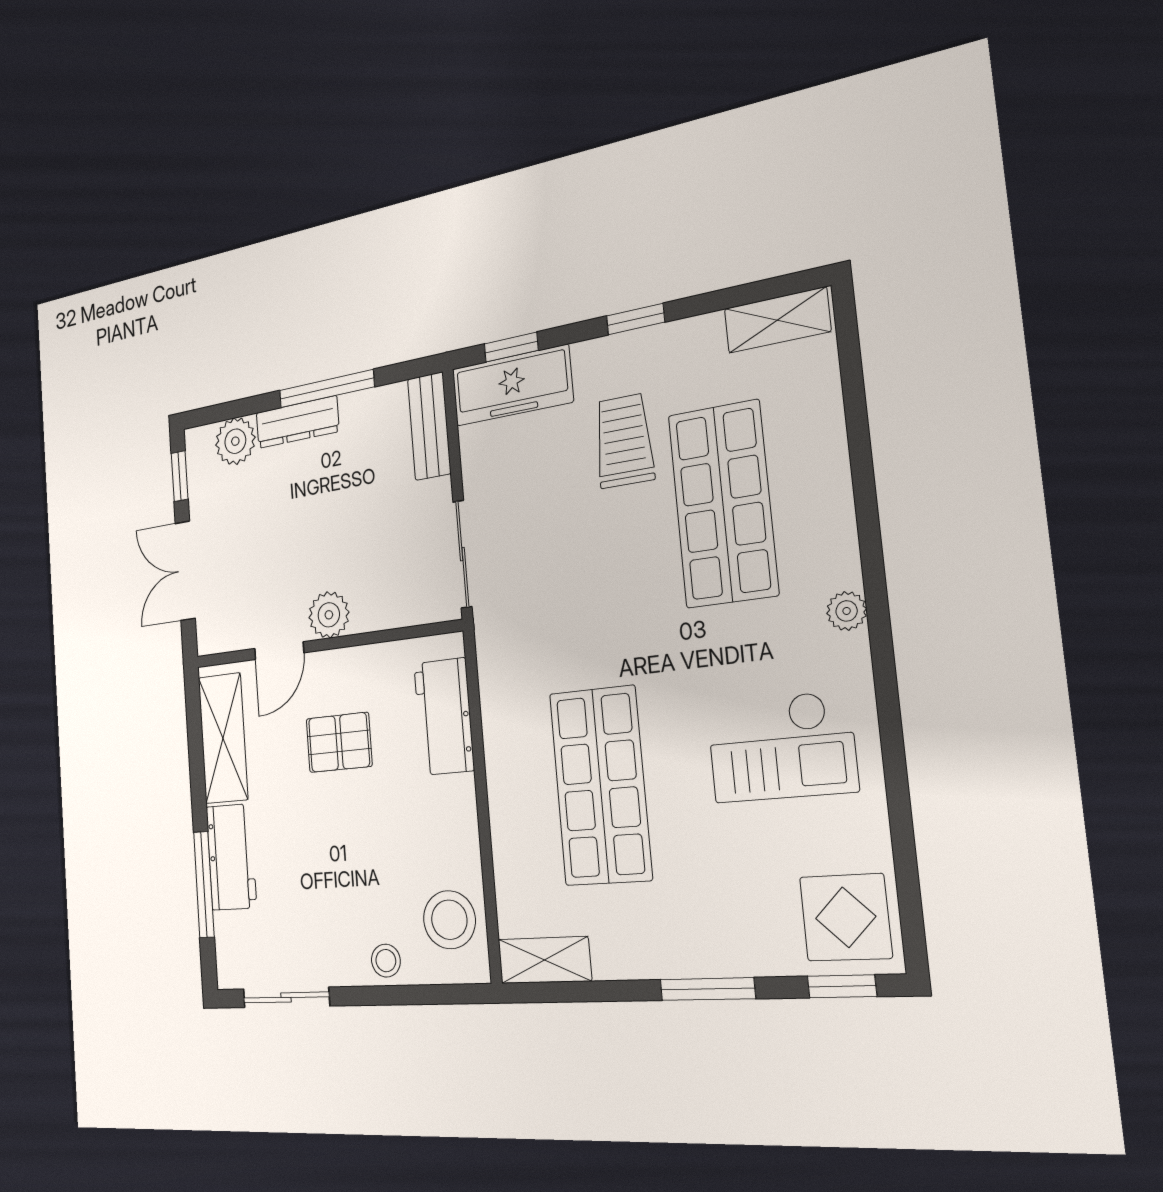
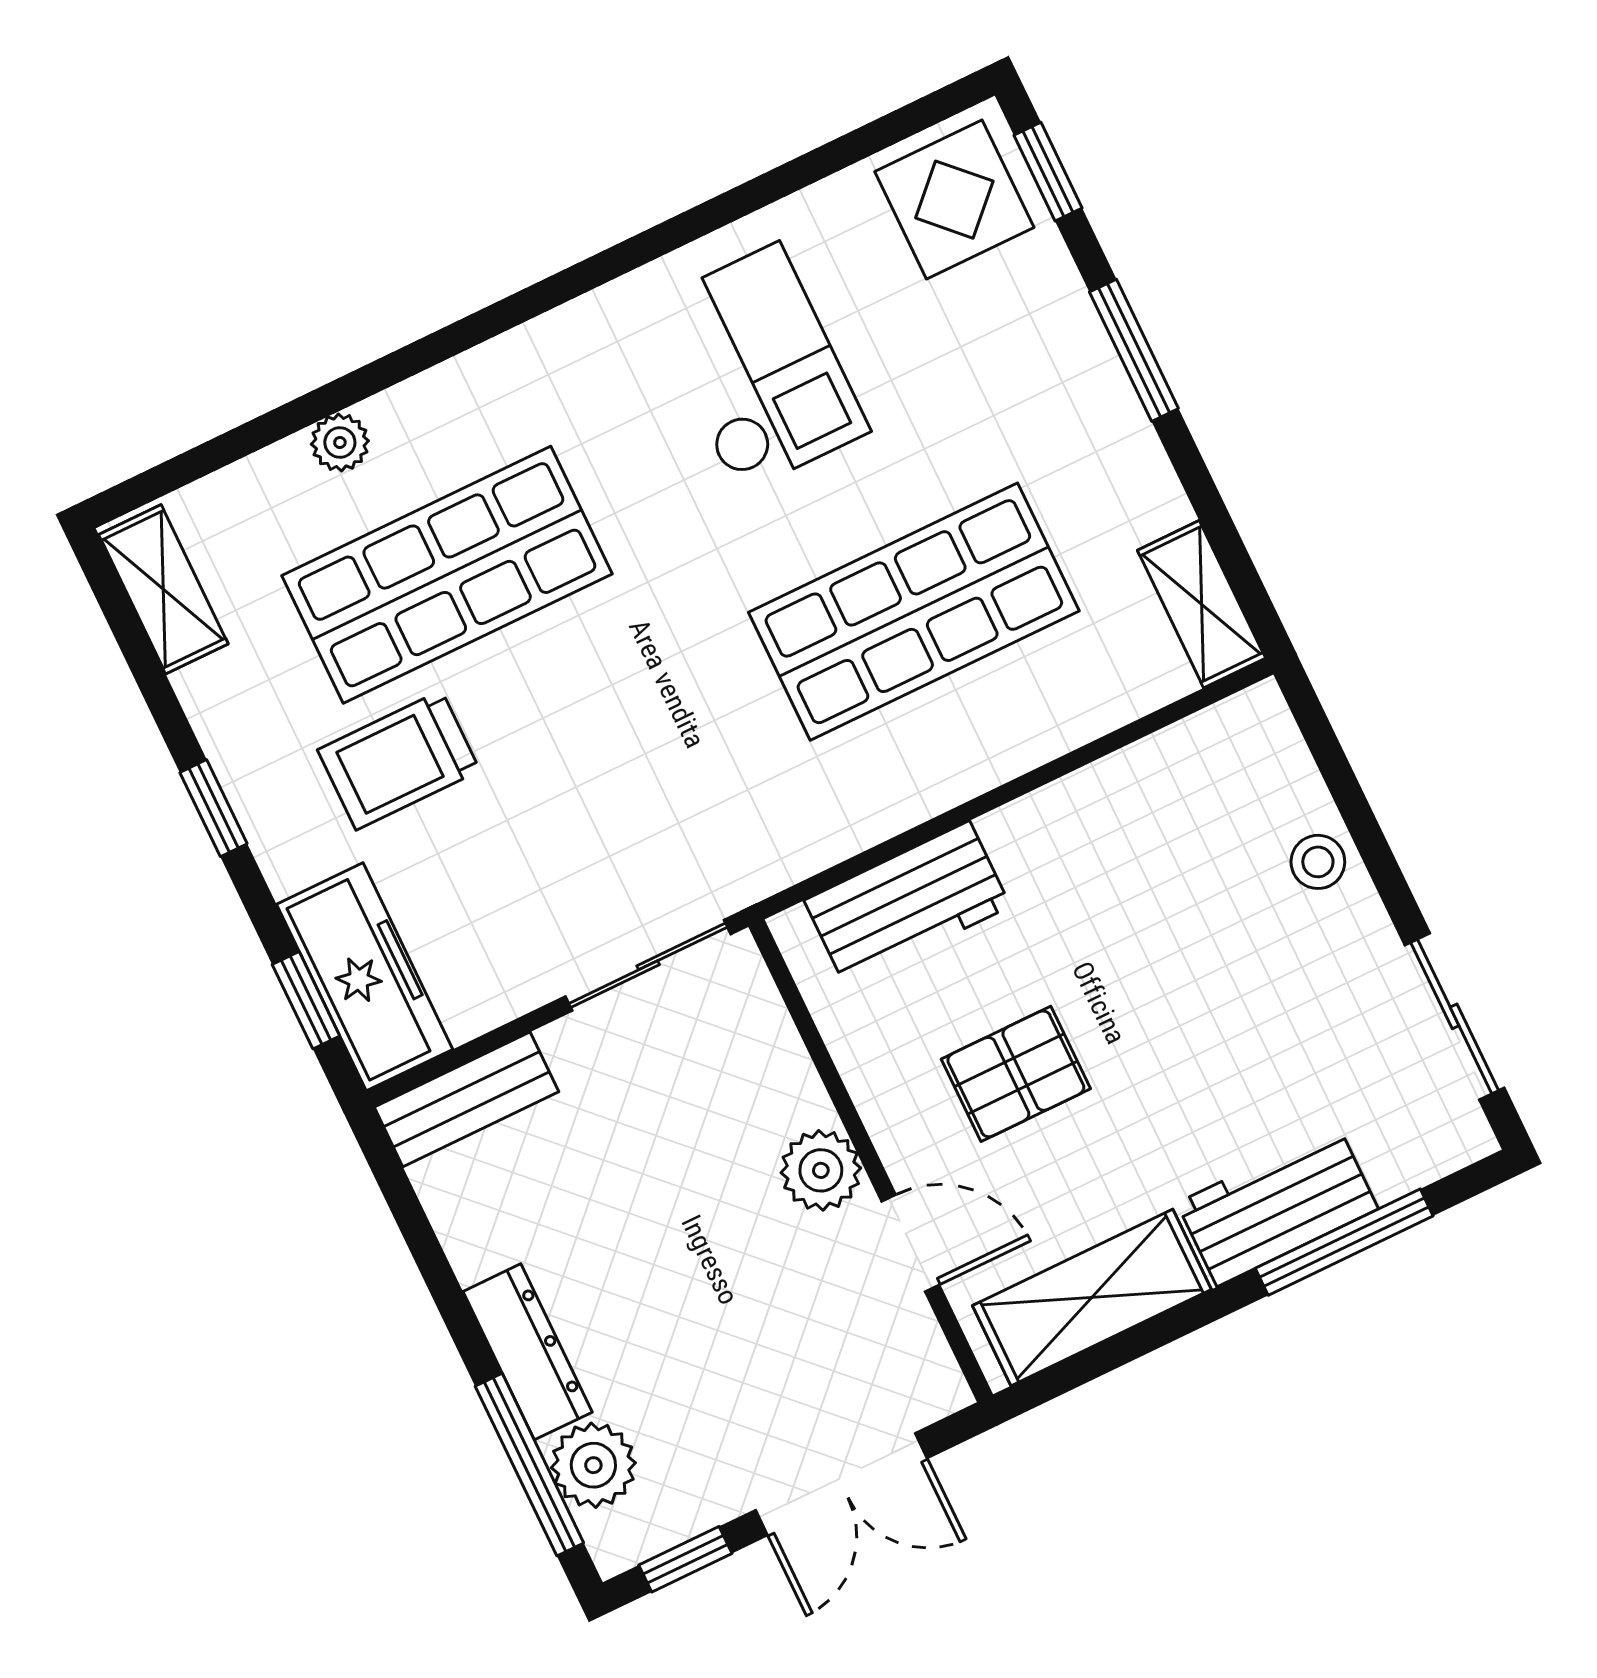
window: (326, 389) -> (529, 1464), moved
plant: (847, 611) -> (340, 442), moved
pallet: (339, 742) -> (1016, 1074), turned 90
stool: (449, 920) -> (1209, 778), removed

